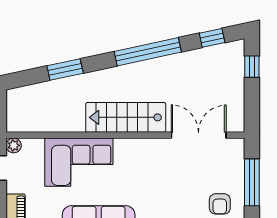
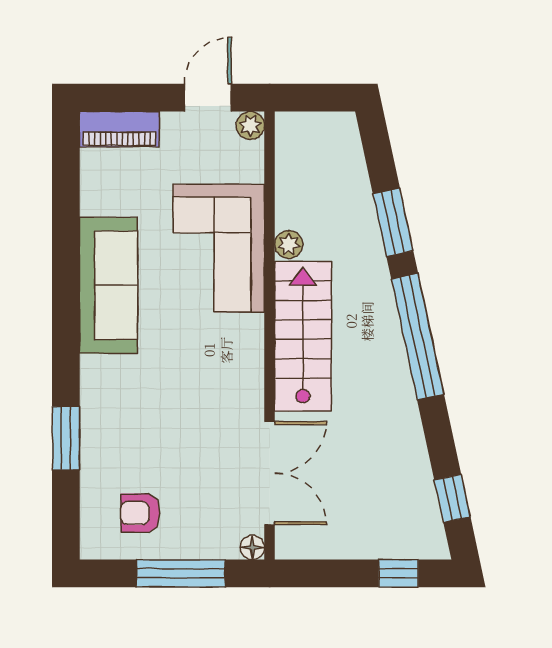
window: (148, 52) -> (418, 337), moved
plant: (77, 125) -> (289, 244), added
floor lamp: (238, 144) -> (252, 548), added

